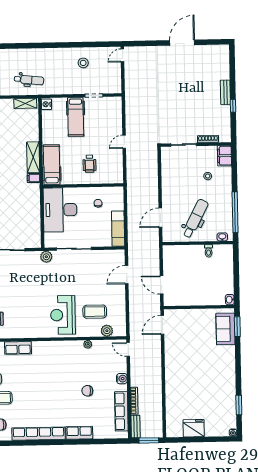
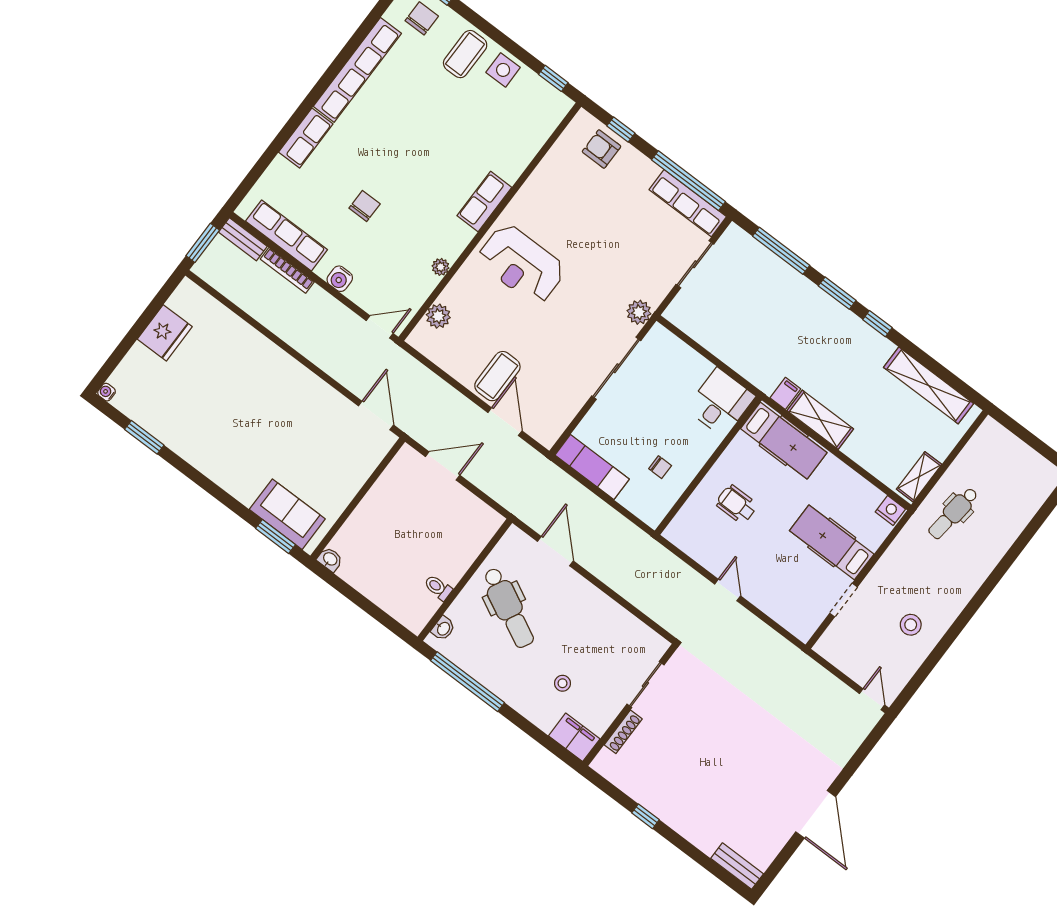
bench: (225, 92) -> (737, 866), moved
desk: (60, 210) -> (721, 403), width x0.53, depth x0.77
coffee table: (95, 312) -> (497, 376), moved
reception desk: (63, 315) -> (521, 264), turned 180
row of seats: (18, 348) -> (484, 201), moved

